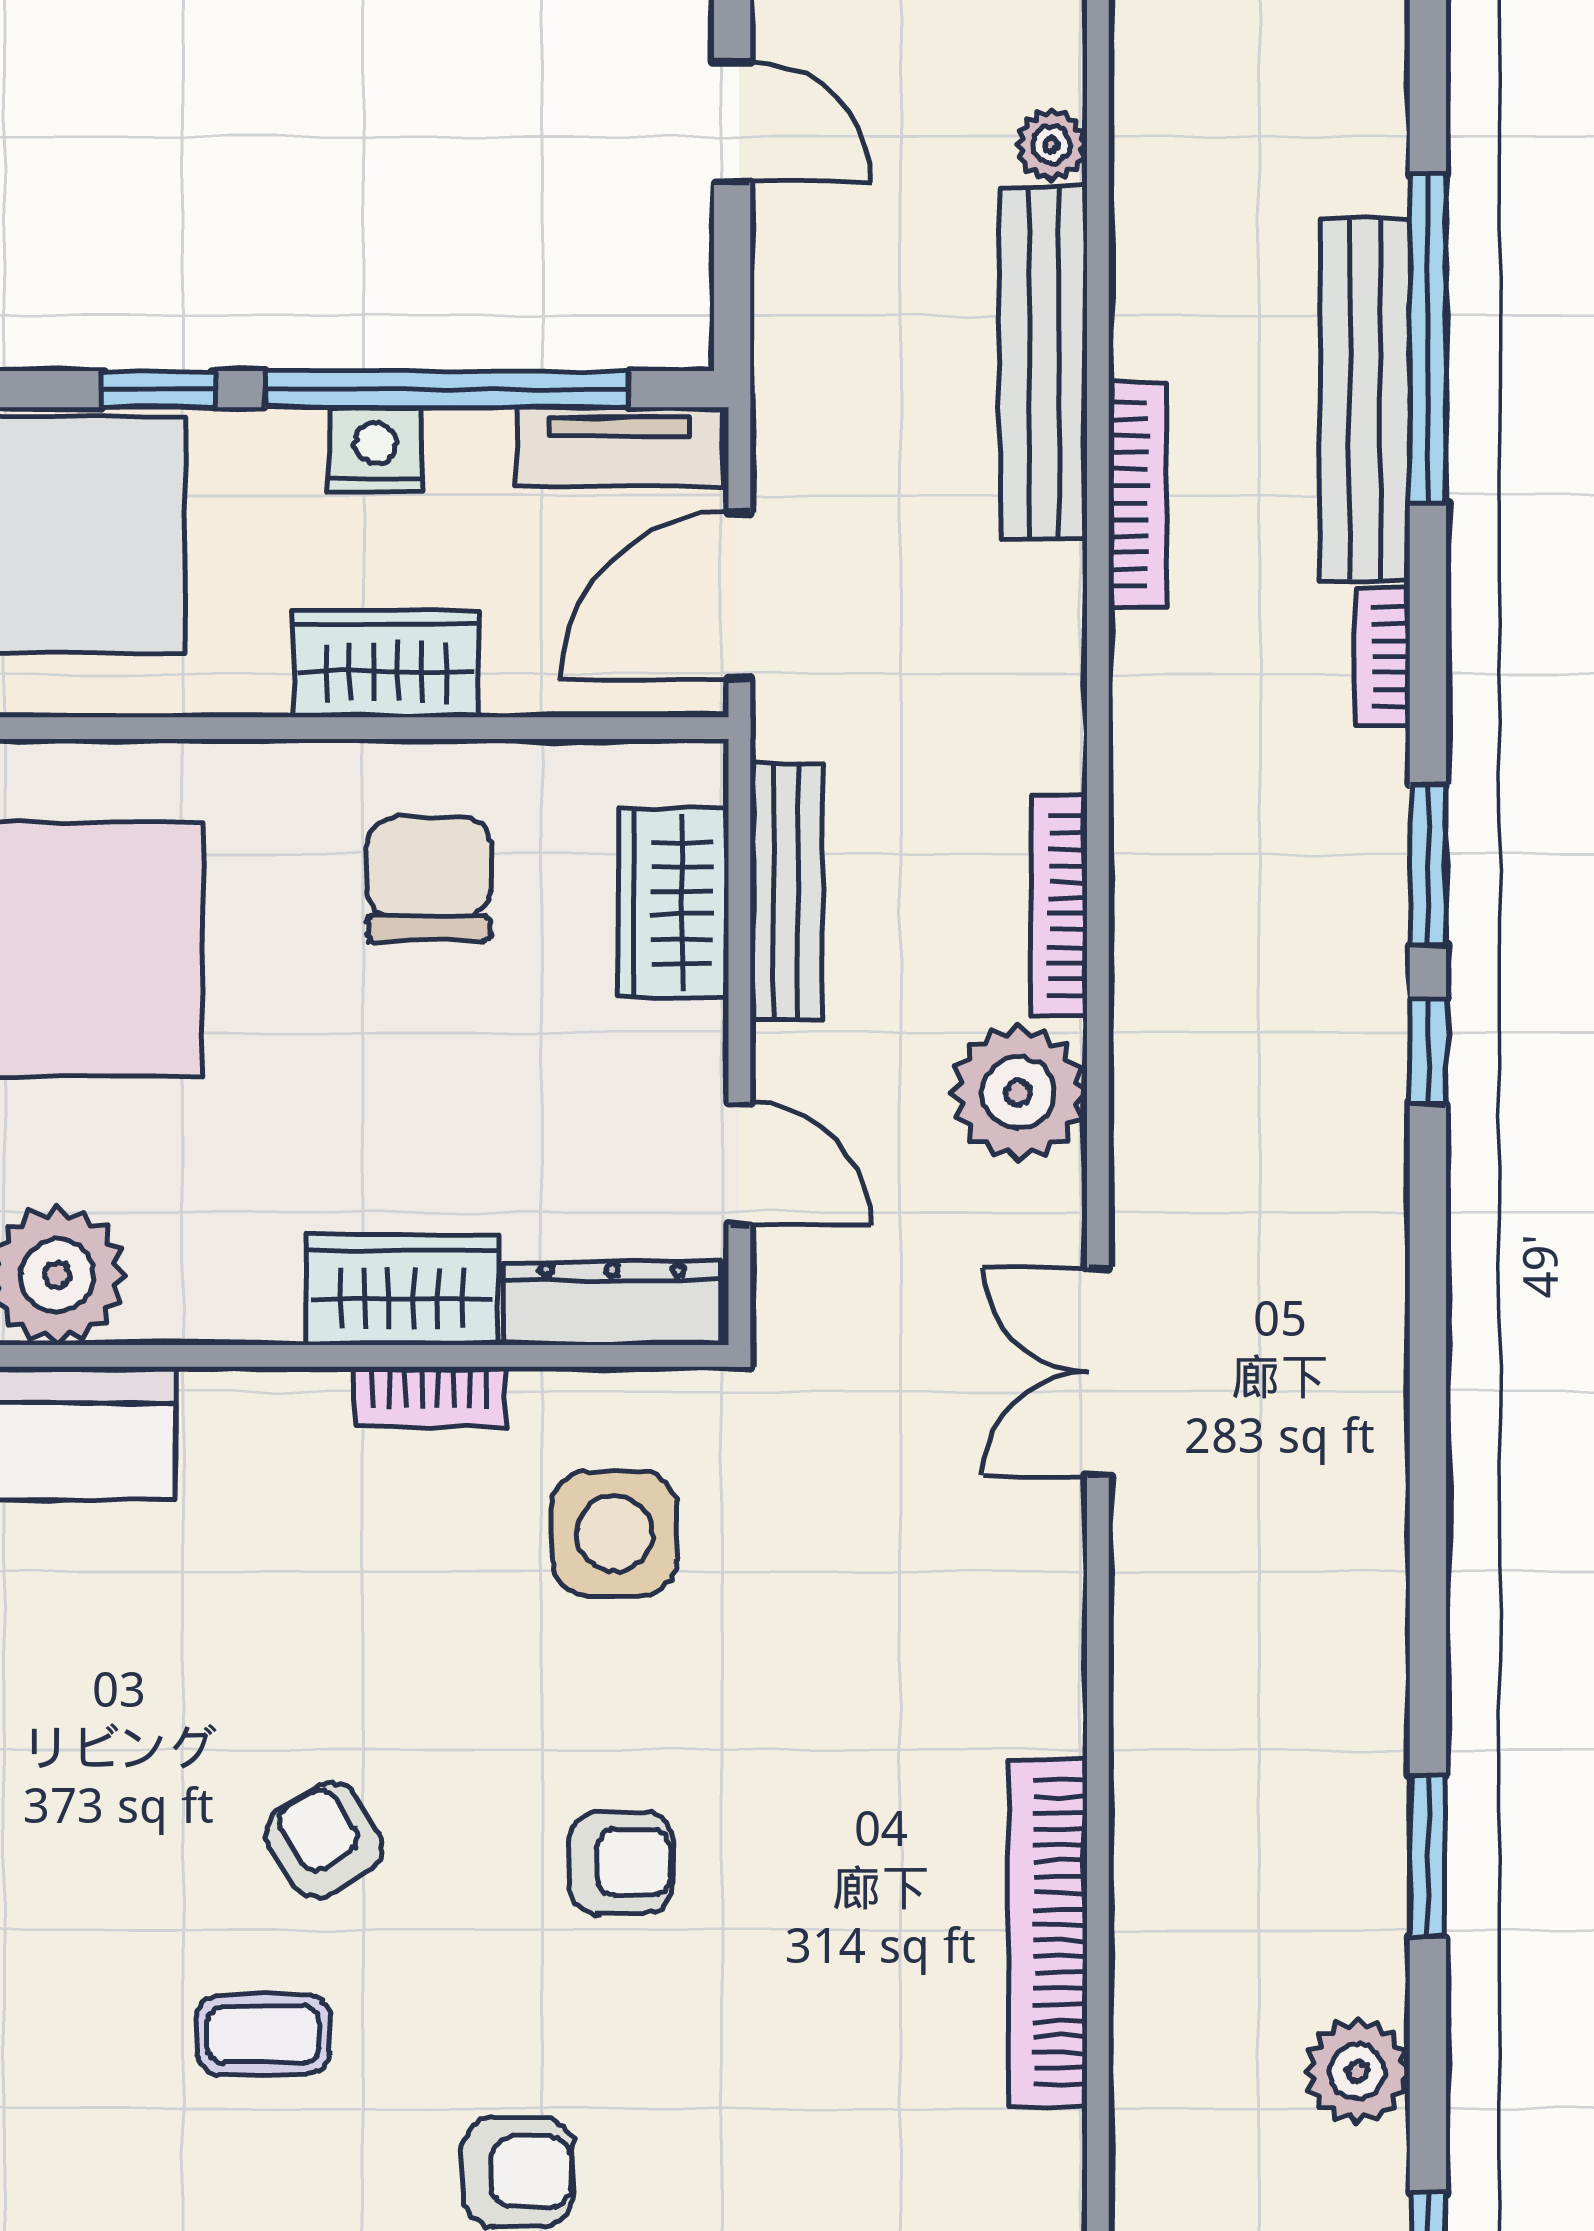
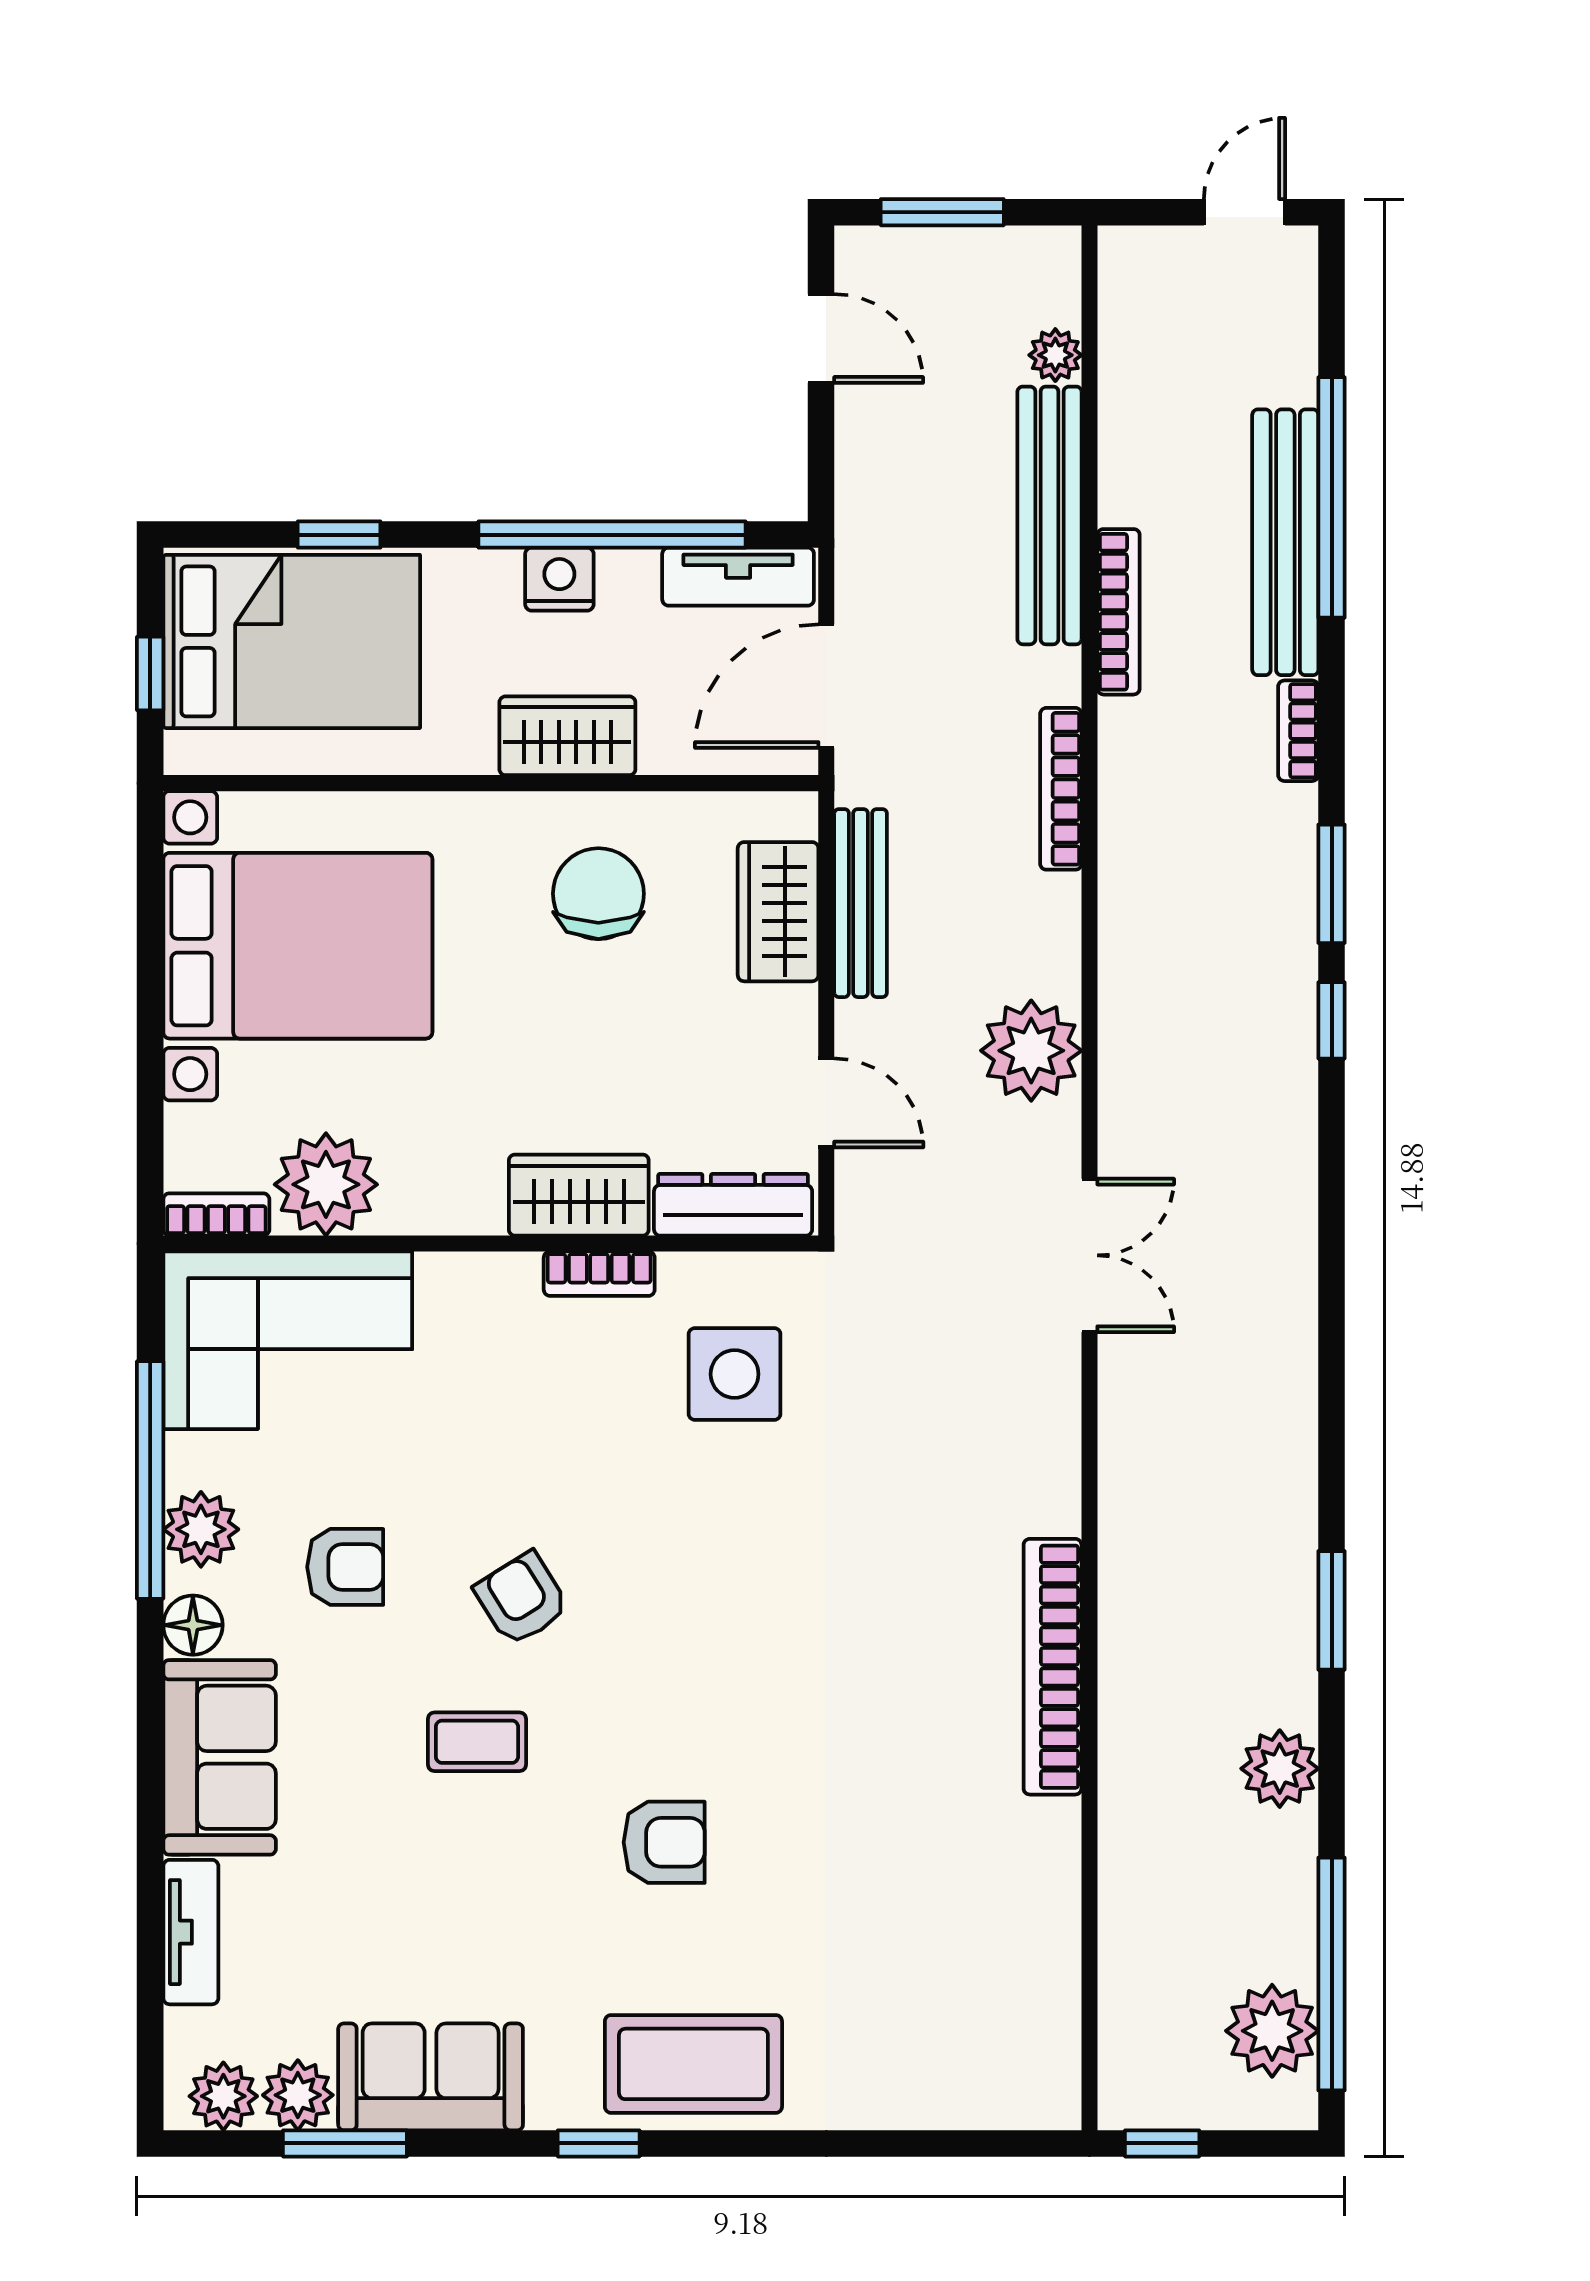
window: (158, 389) -> (339, 535), moved
bookcase: (1059, 906) -> (1061, 789), moved
double door: (1098, 1372) -> (1089, 1255), swing flipped
armchair: (621, 1863) -> (345, 1567), moved

